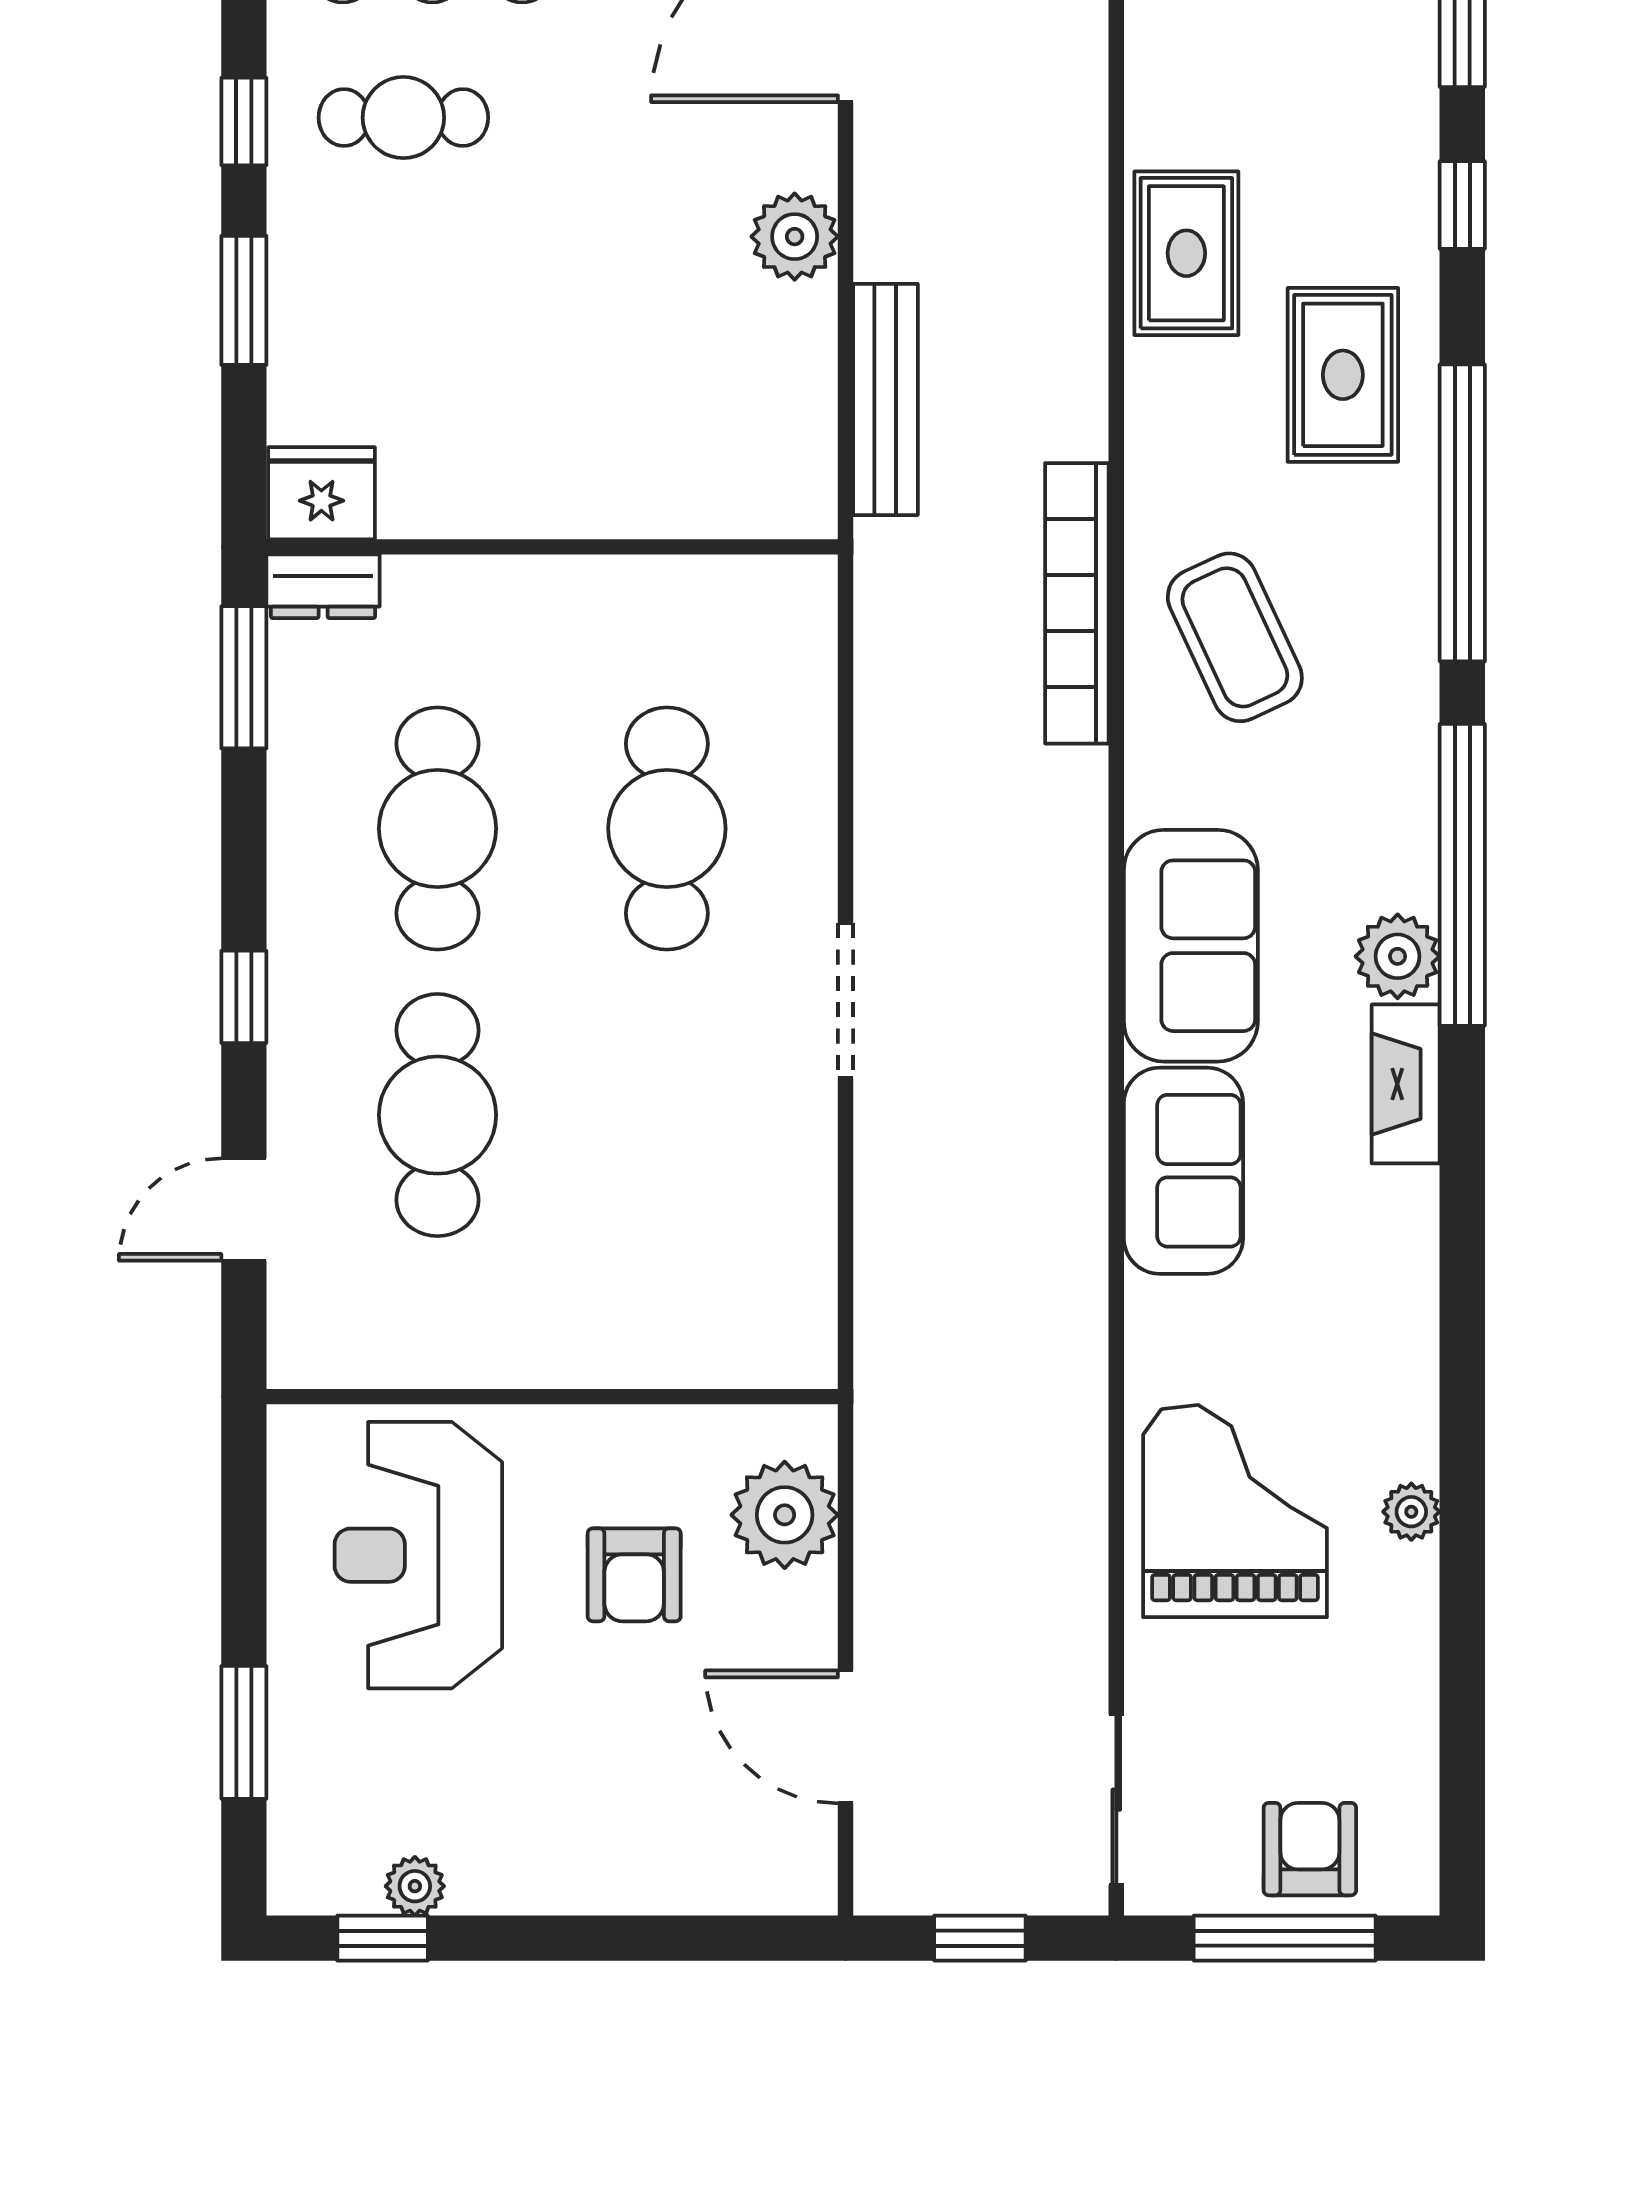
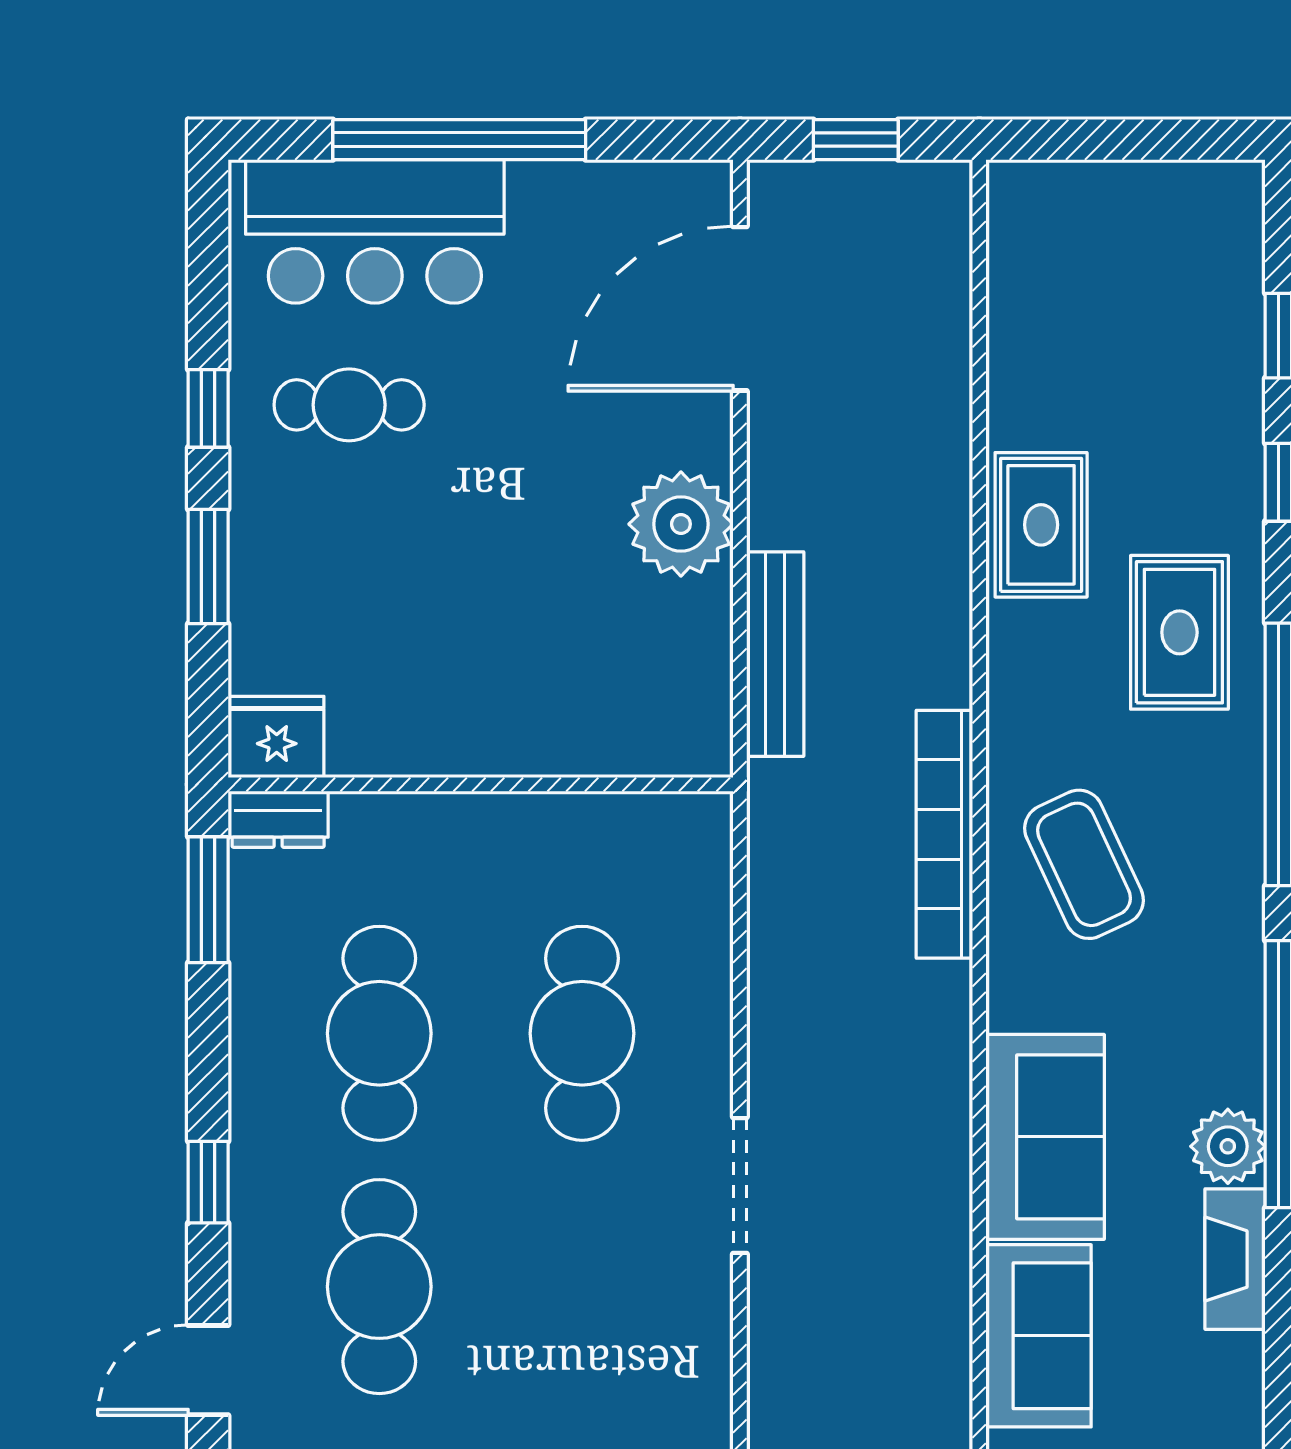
plant: (795, 237) -> (681, 524), width x1.36, depth x1.36

